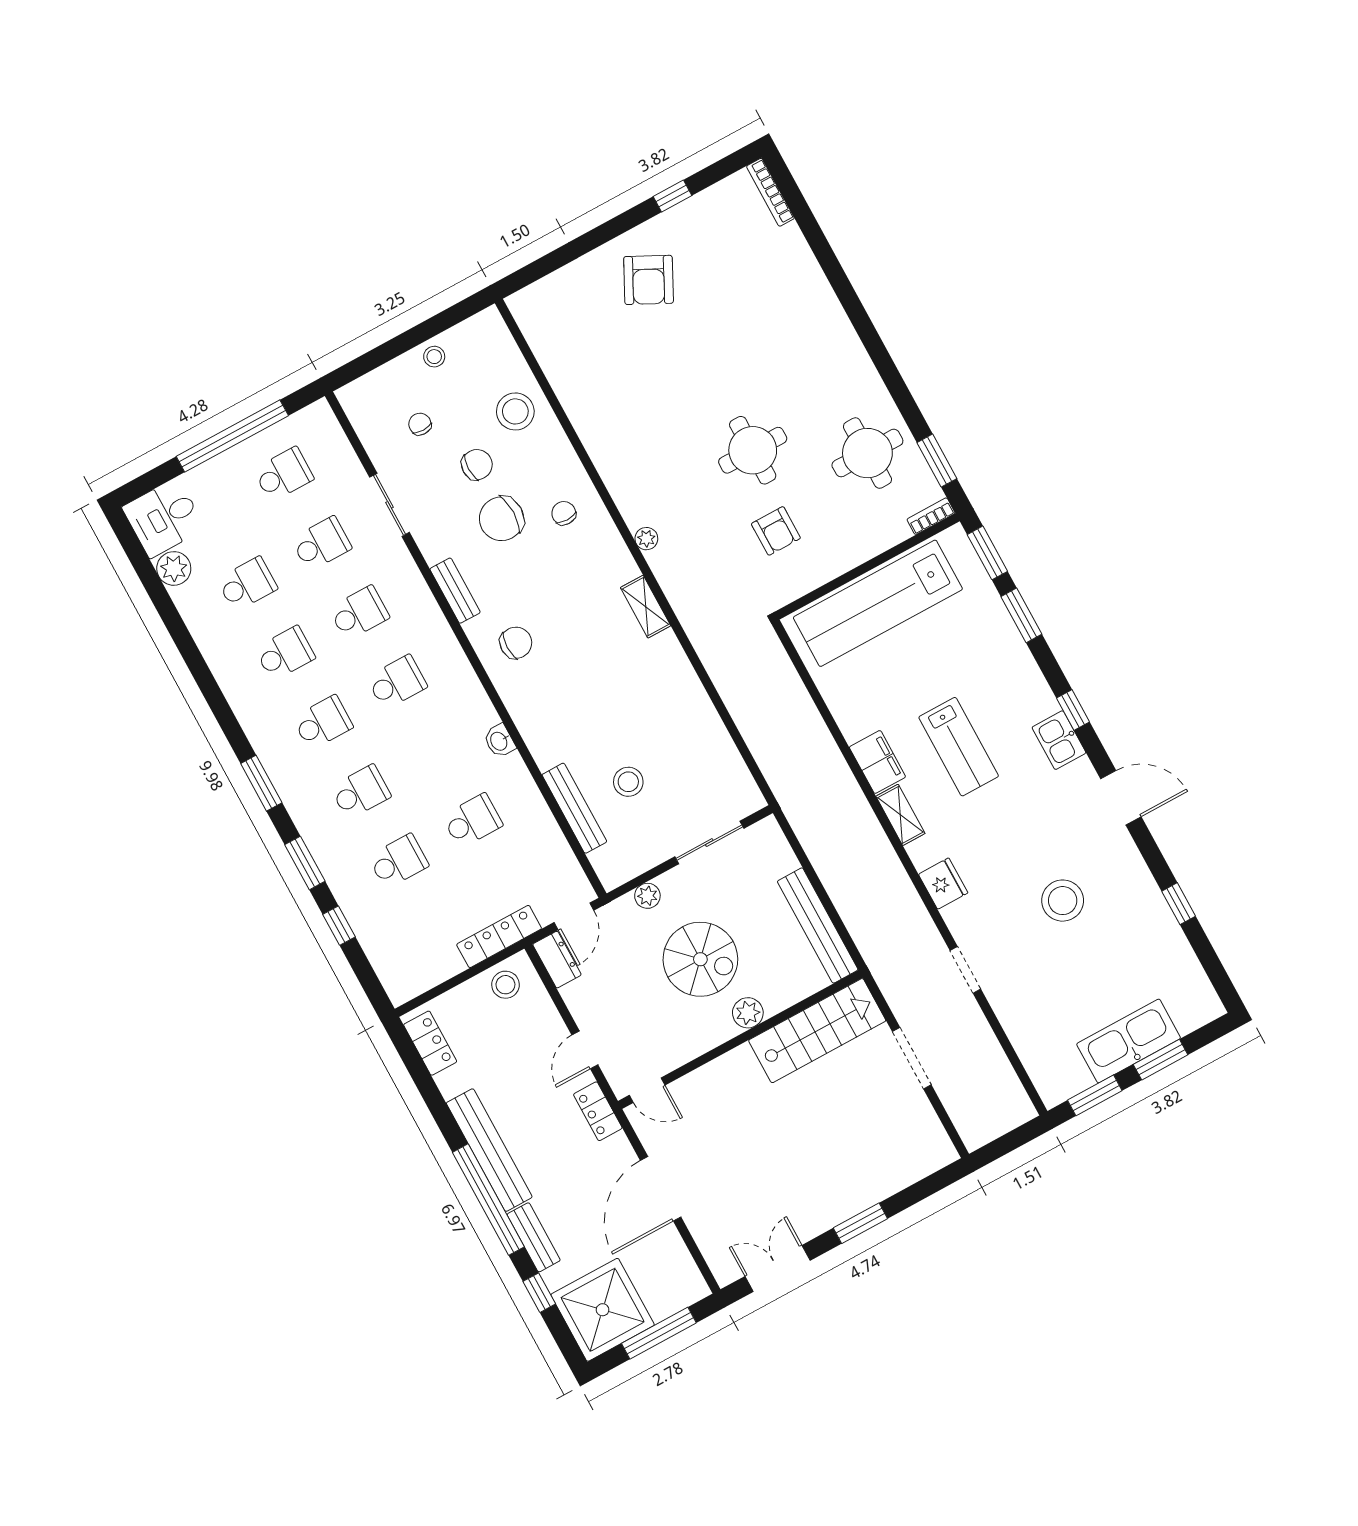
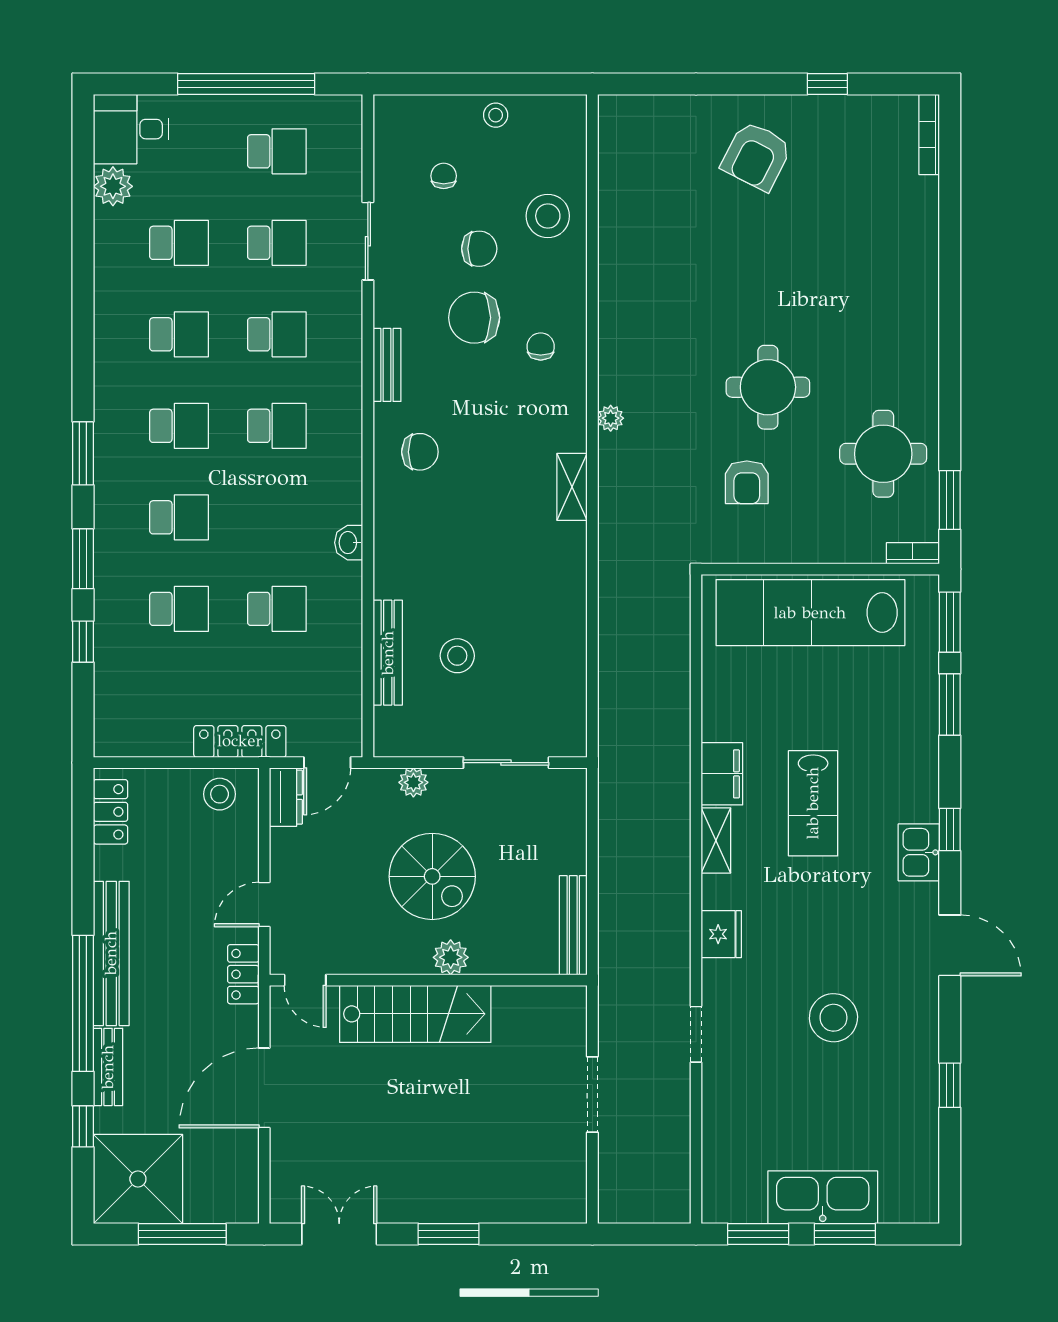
bench: (818, 925) -> (573, 925), width x0.73, depth x0.82
stairs: (817, 1031) -> (415, 1014), moved

